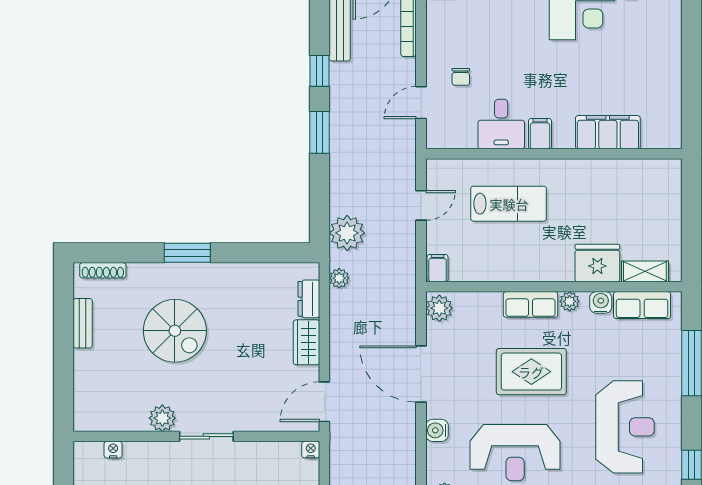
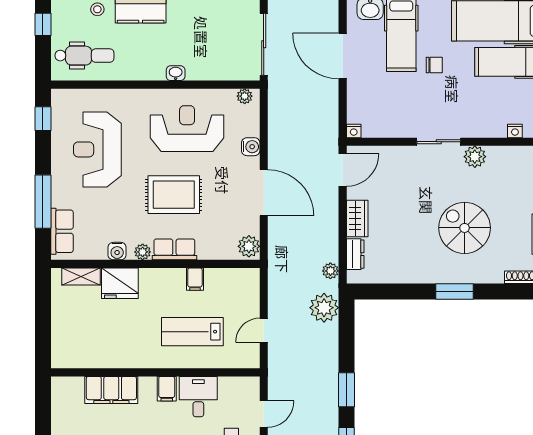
filing cabinet: (438, 268) -> (195, 279), moved
row of seats: (642, 305) -> (62, 231), moved, turned 90

